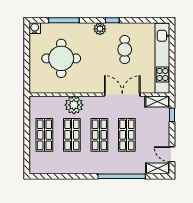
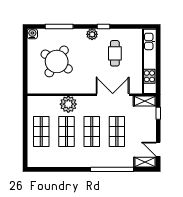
round table: (61, 58) -> (57, 61), turned 33

